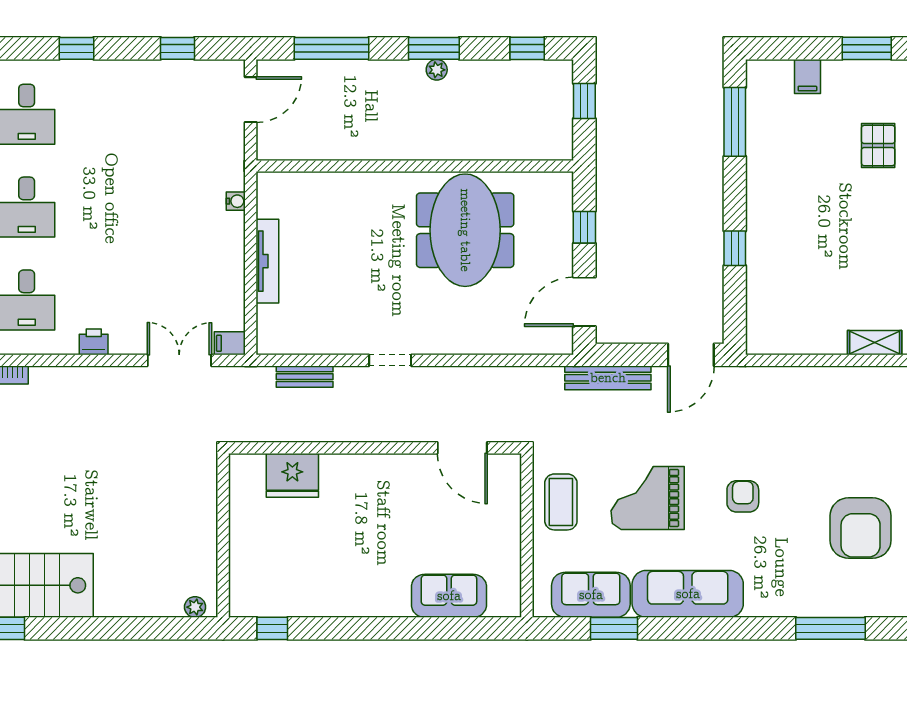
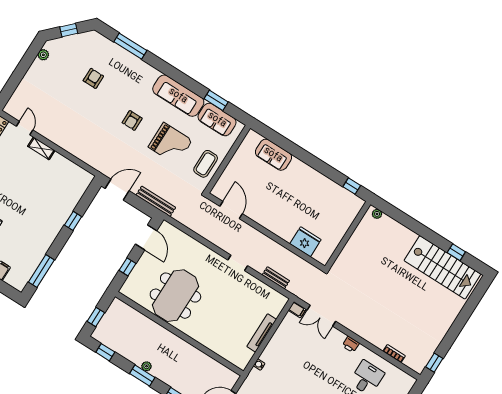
door: (584, 302) -> (146, 237), hinge flipped
armchair: (861, 528) -> (93, 78), width x0.53, depth x0.53

